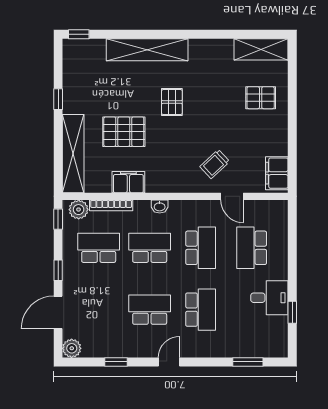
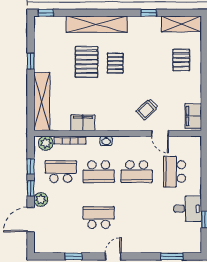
window: (217, 34) -> (149, 13), added
pallet: (261, 98) -> (181, 60), turned 90
pallet: (124, 132) -> (87, 62), moved, turned 90
window: (58, 219) -> (31, 166), moved
school desk: (150, 248) -> (99, 172), turned 180
school desk: (201, 248) -> (137, 172), turned 90
school desk: (201, 310) -> (137, 218), removed
plant: (72, 348) -> (41, 199), moved

